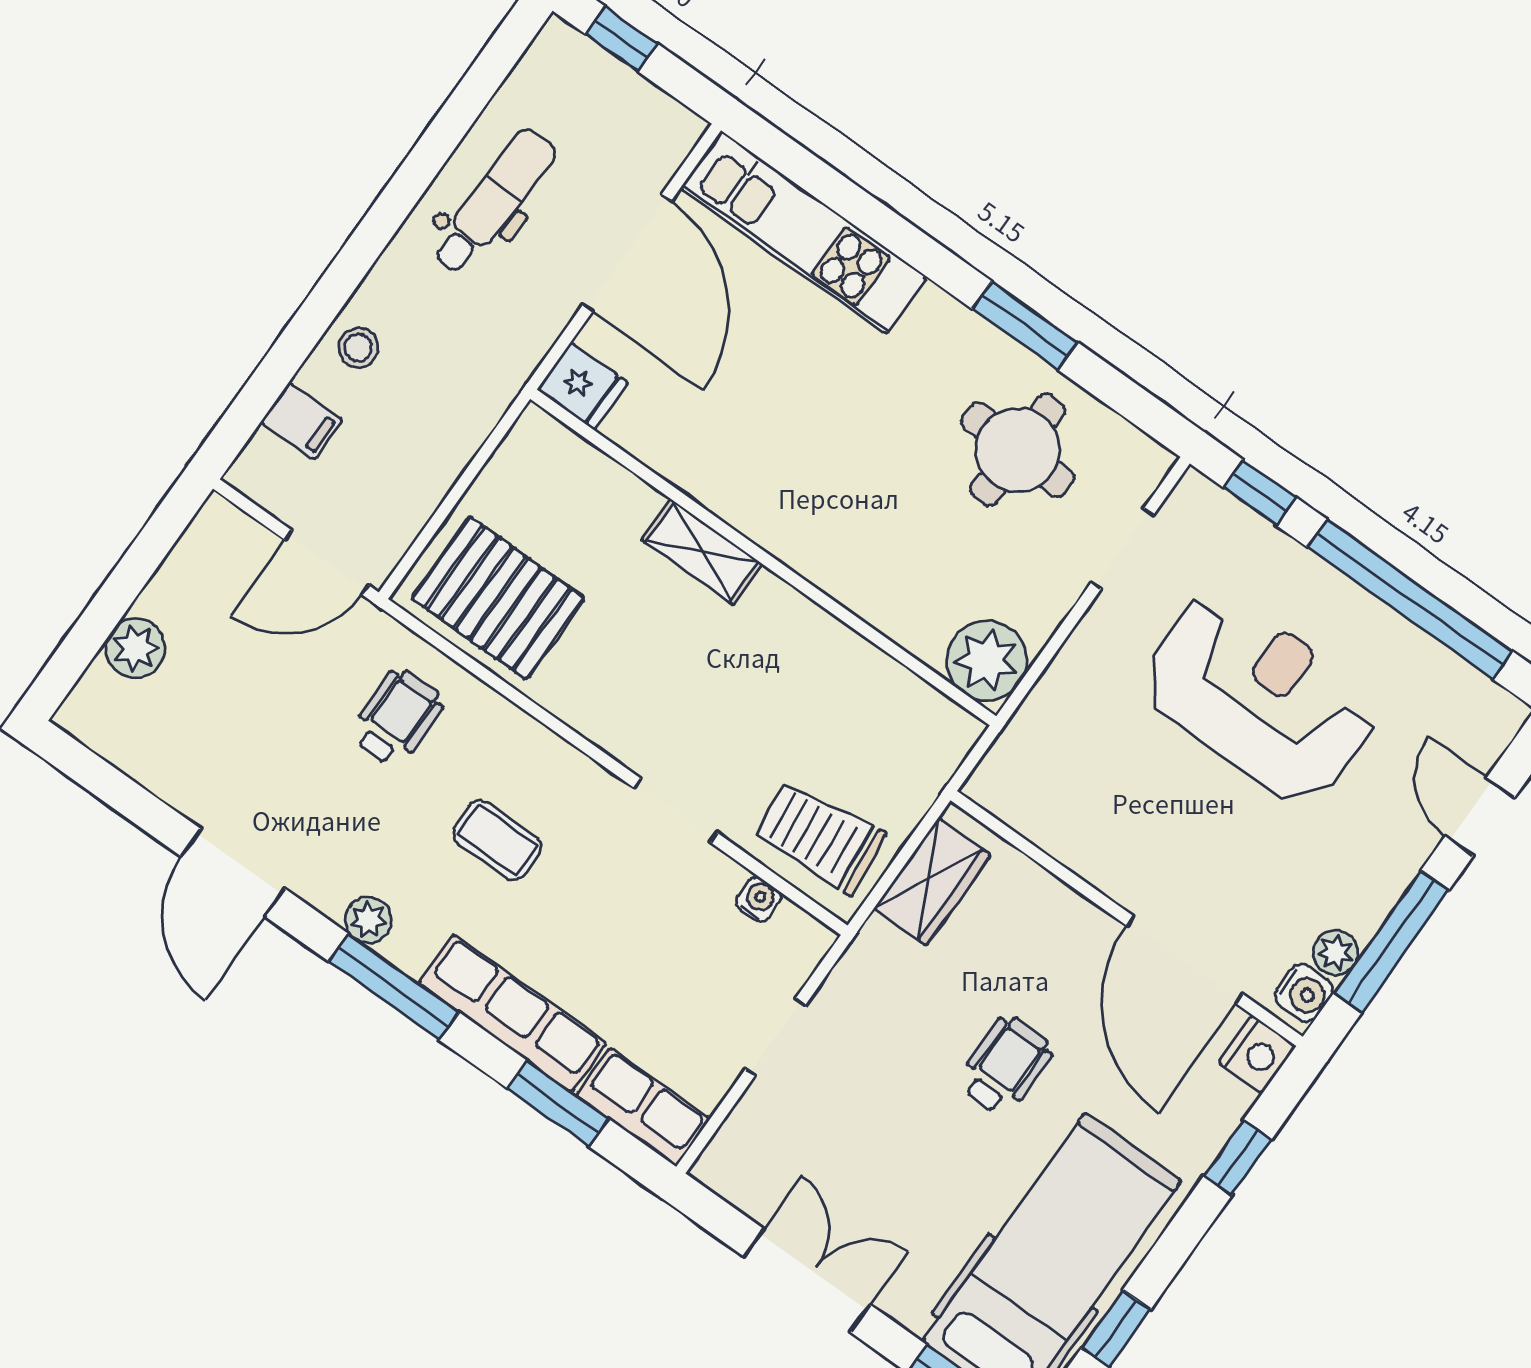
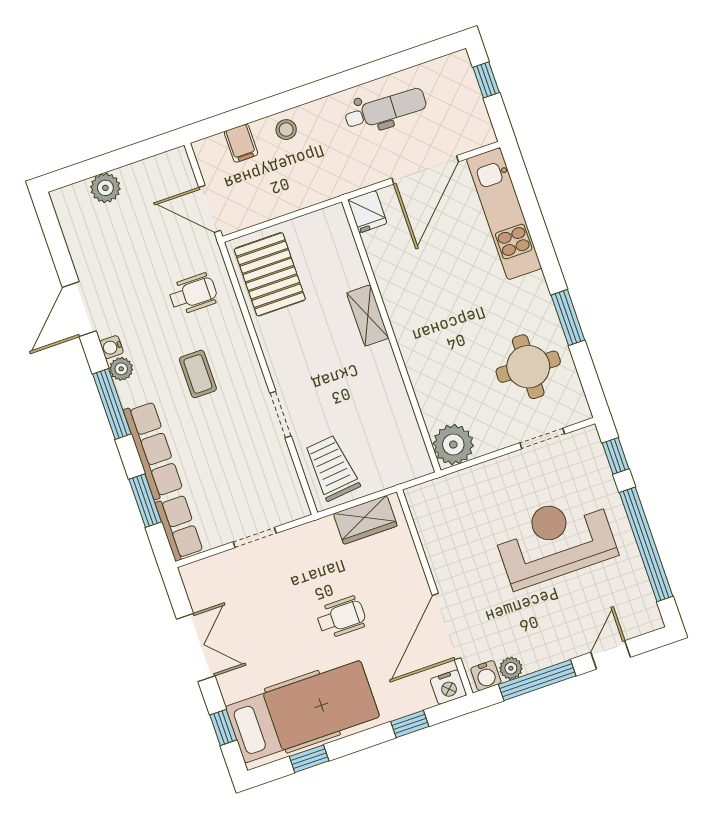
reception desk: (1259, 697) -> (555, 540), turned -90
water cooler: (758, 900) -> (112, 347), moved, turned 180

